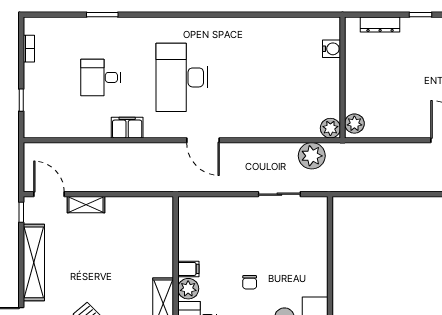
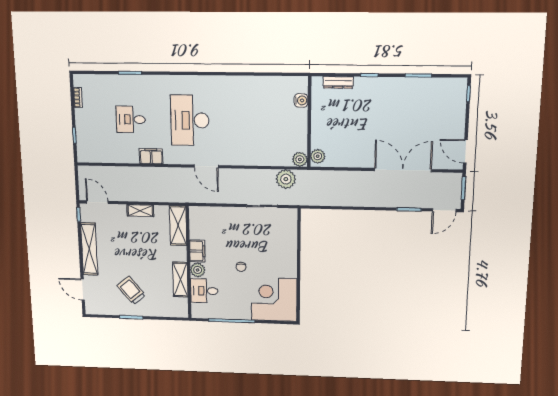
shelving: (86, 205) -> (140, 211), moved
shelving: (162, 225) -> (178, 226), added
filing cabinet: (188, 269) -> (197, 251), width x2.00

